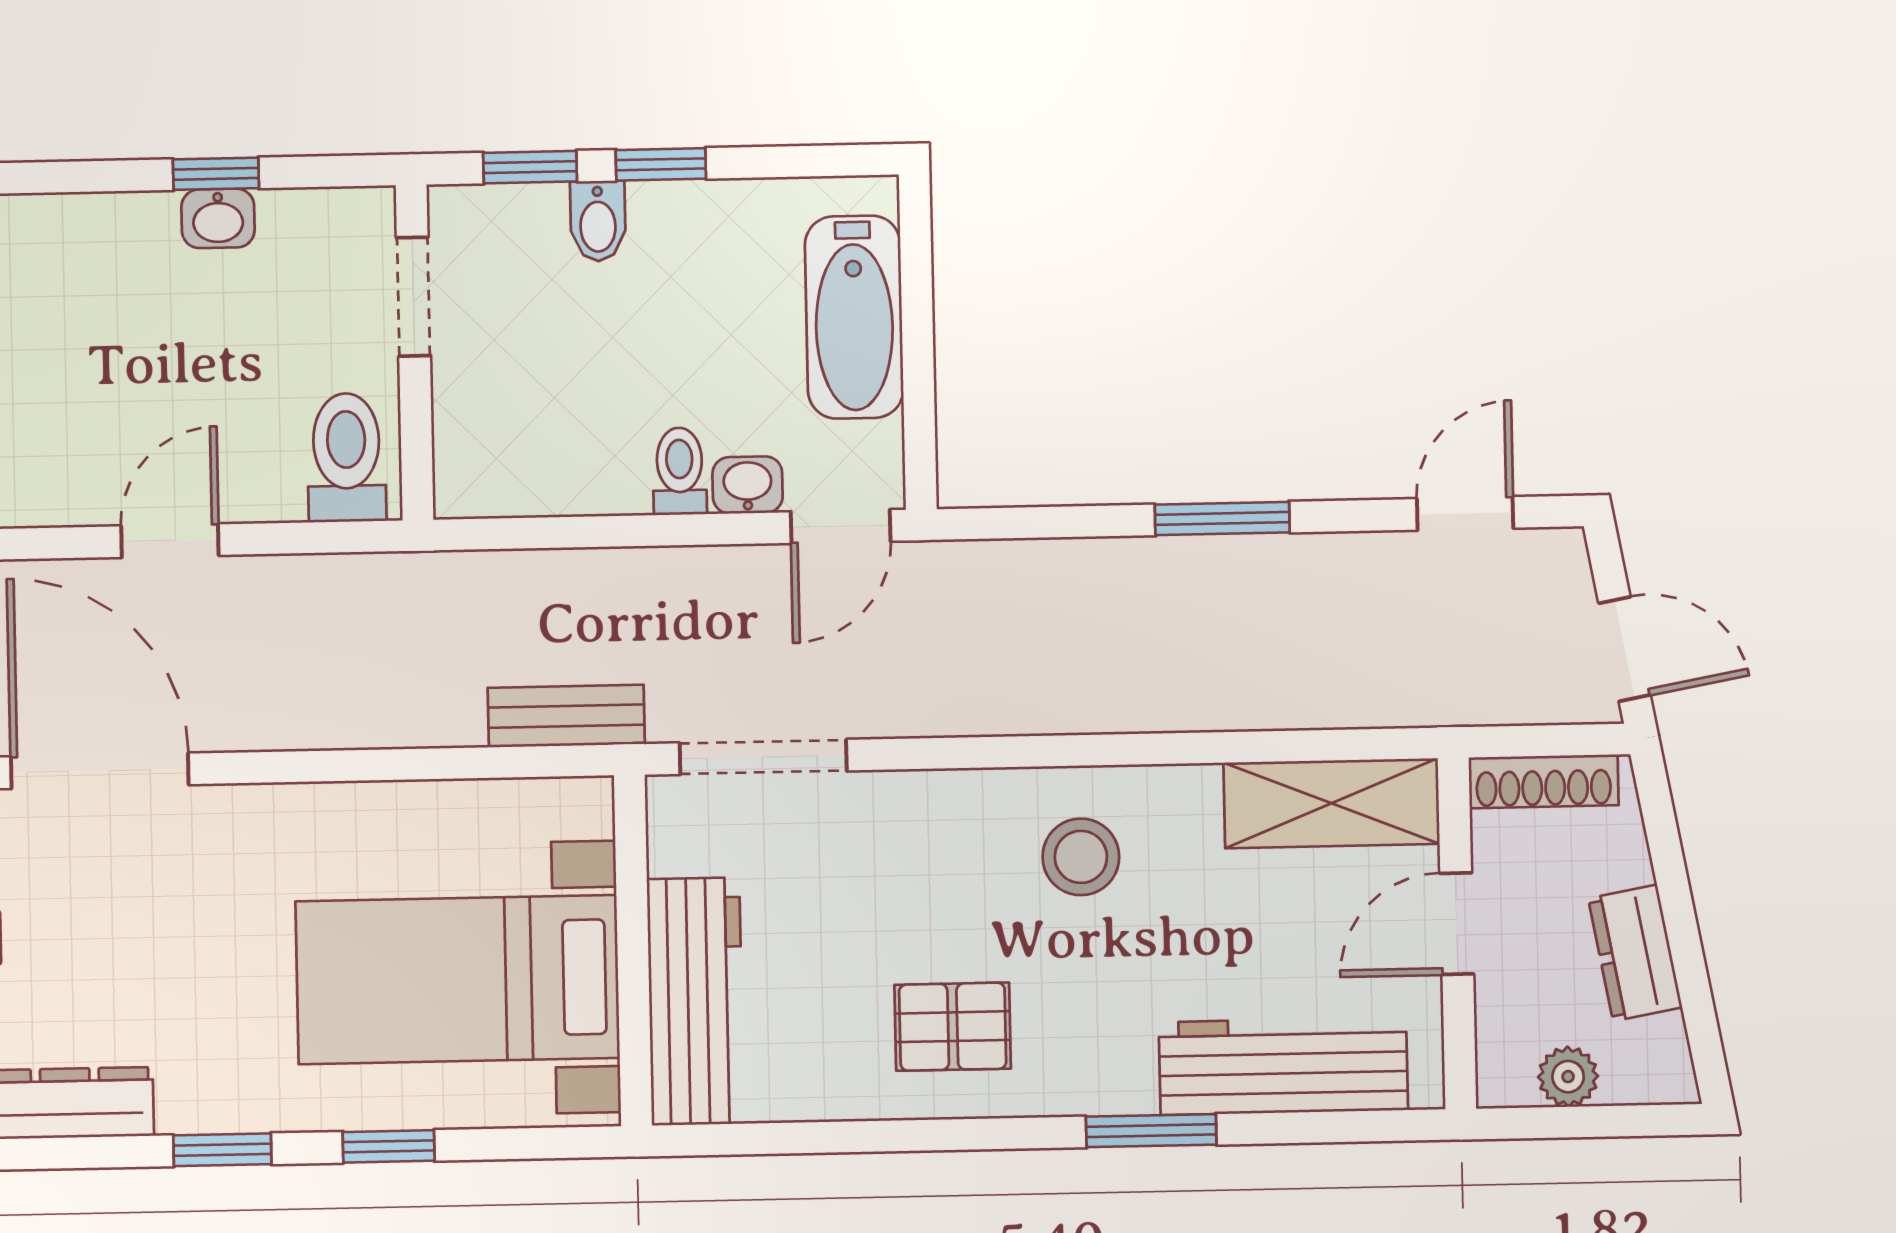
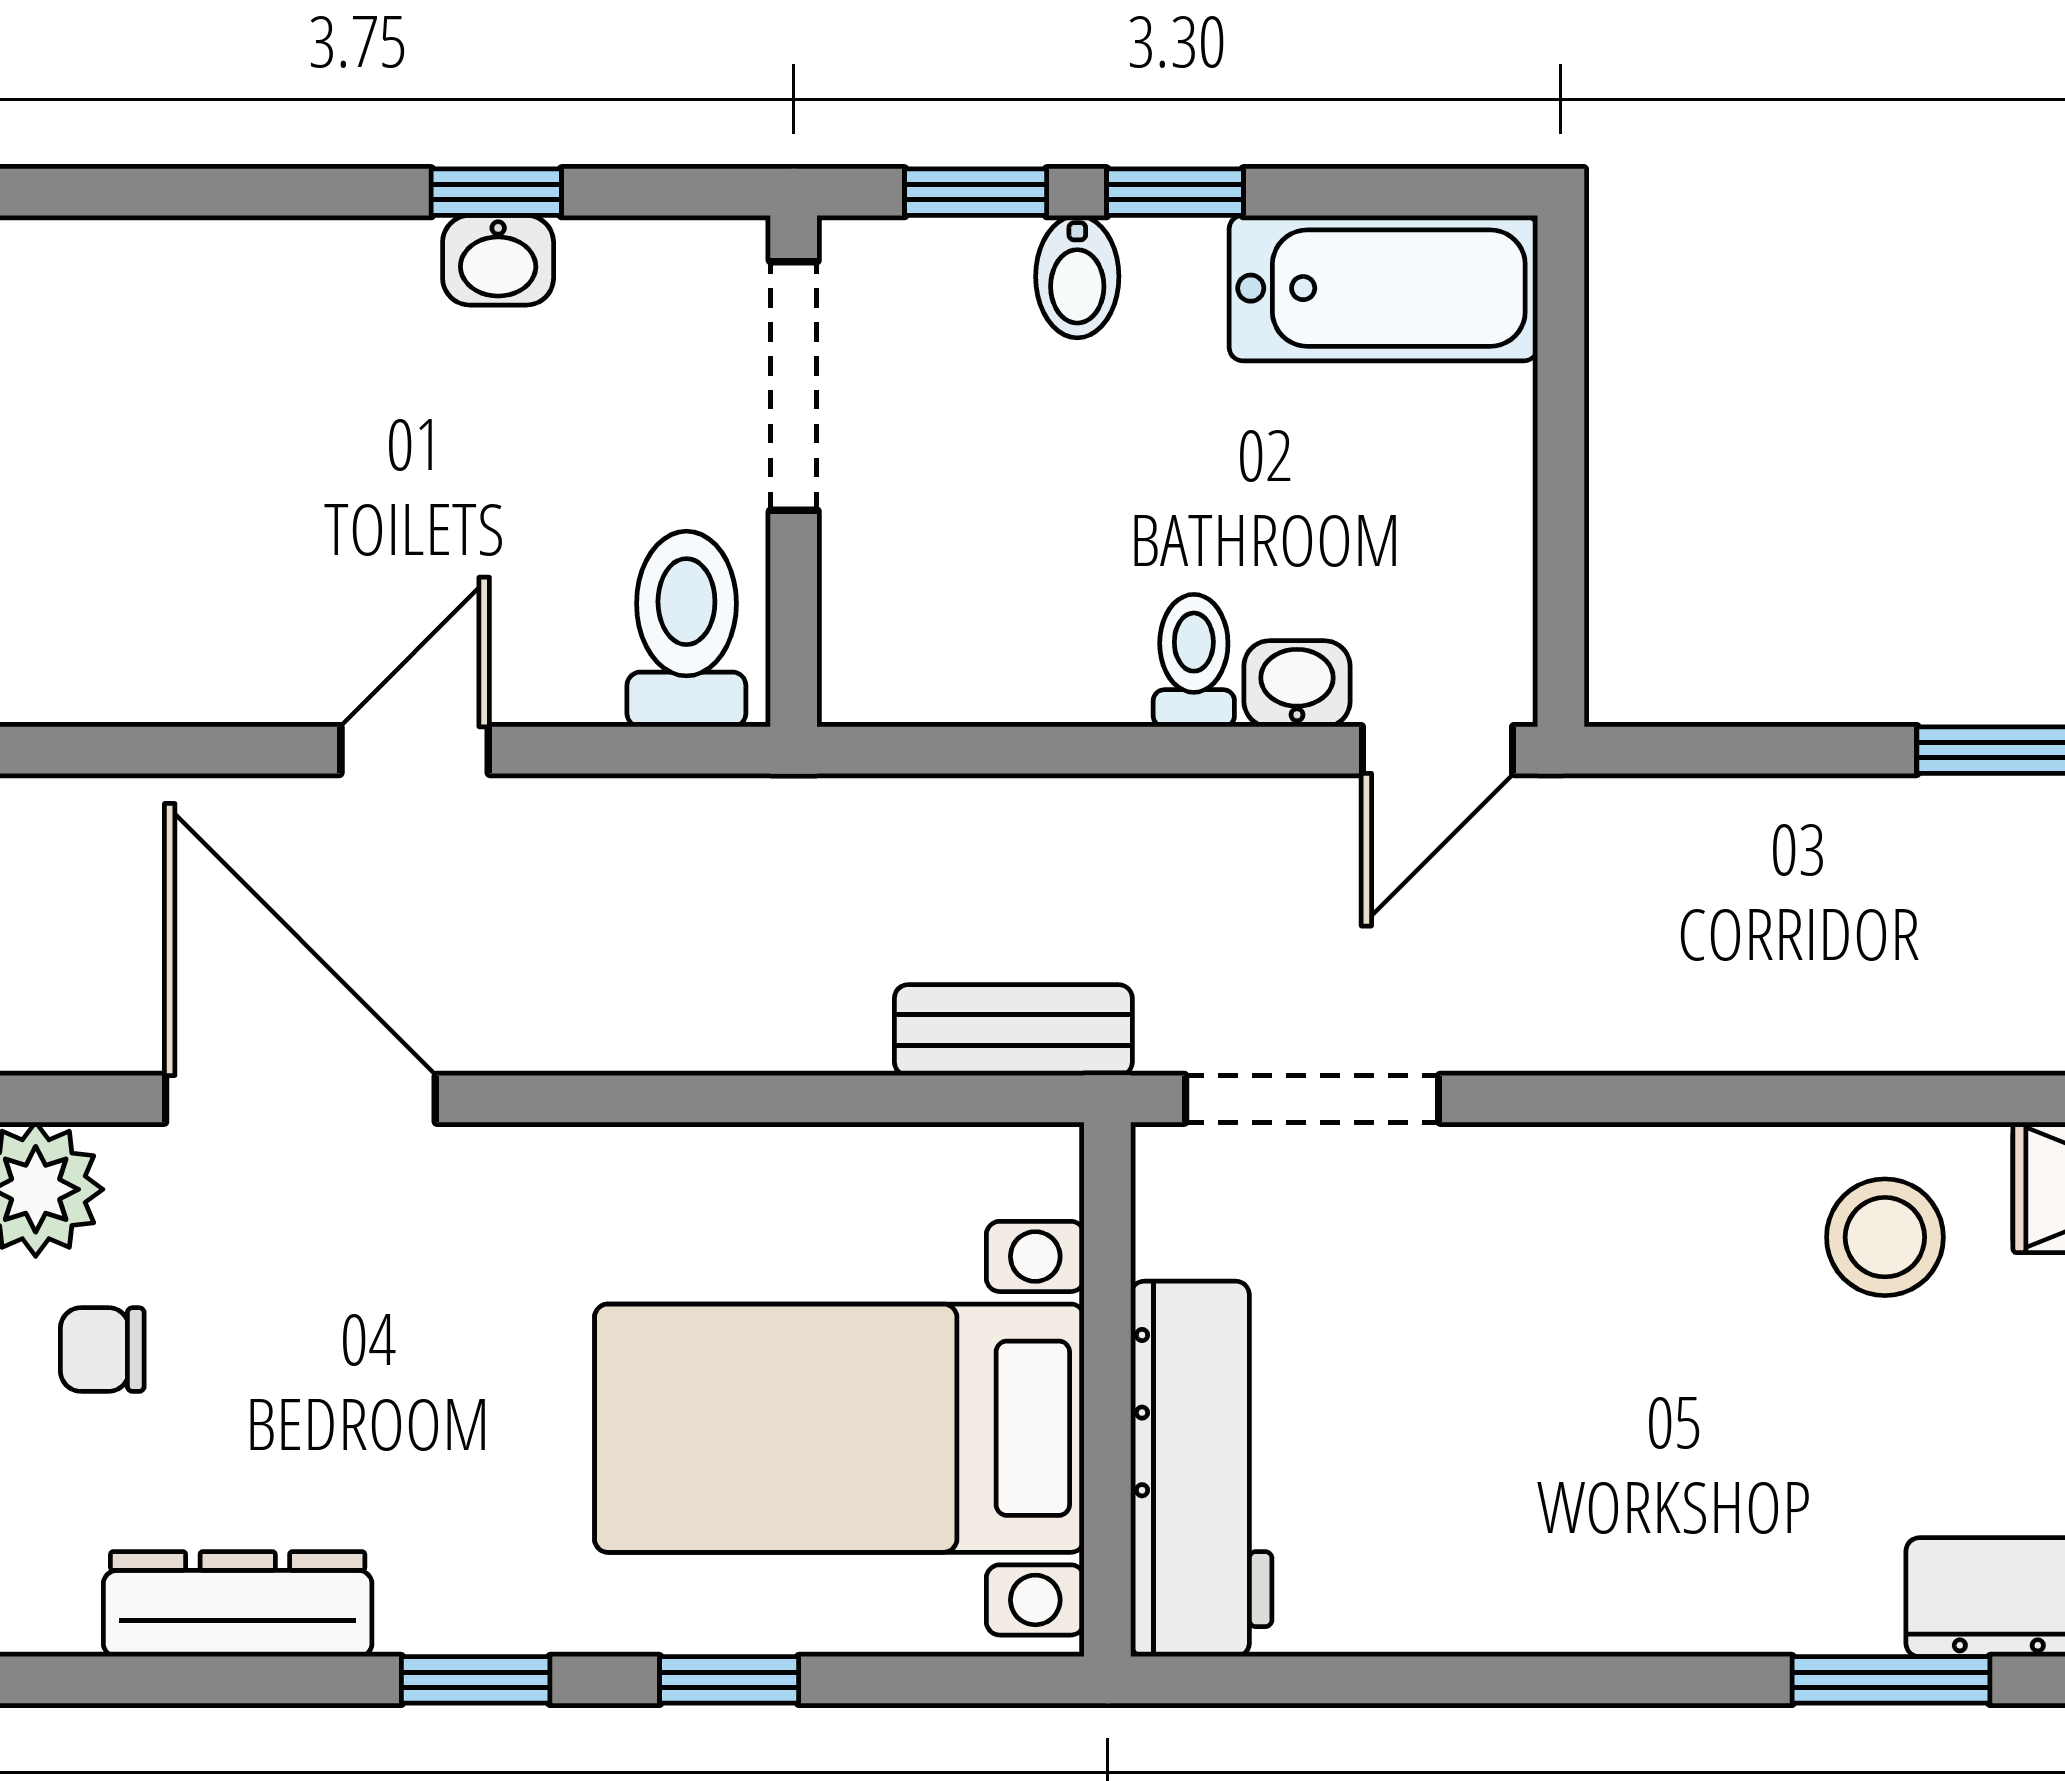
doorway: (413, 297) -> (794, 386), width x1.38
bathtub: (854, 317) -> (1383, 288), moved, turned -90
stool: (1081, 857) -> (1885, 1237), moved
pallet: (953, 1027) -> (1592, 1515), removed

